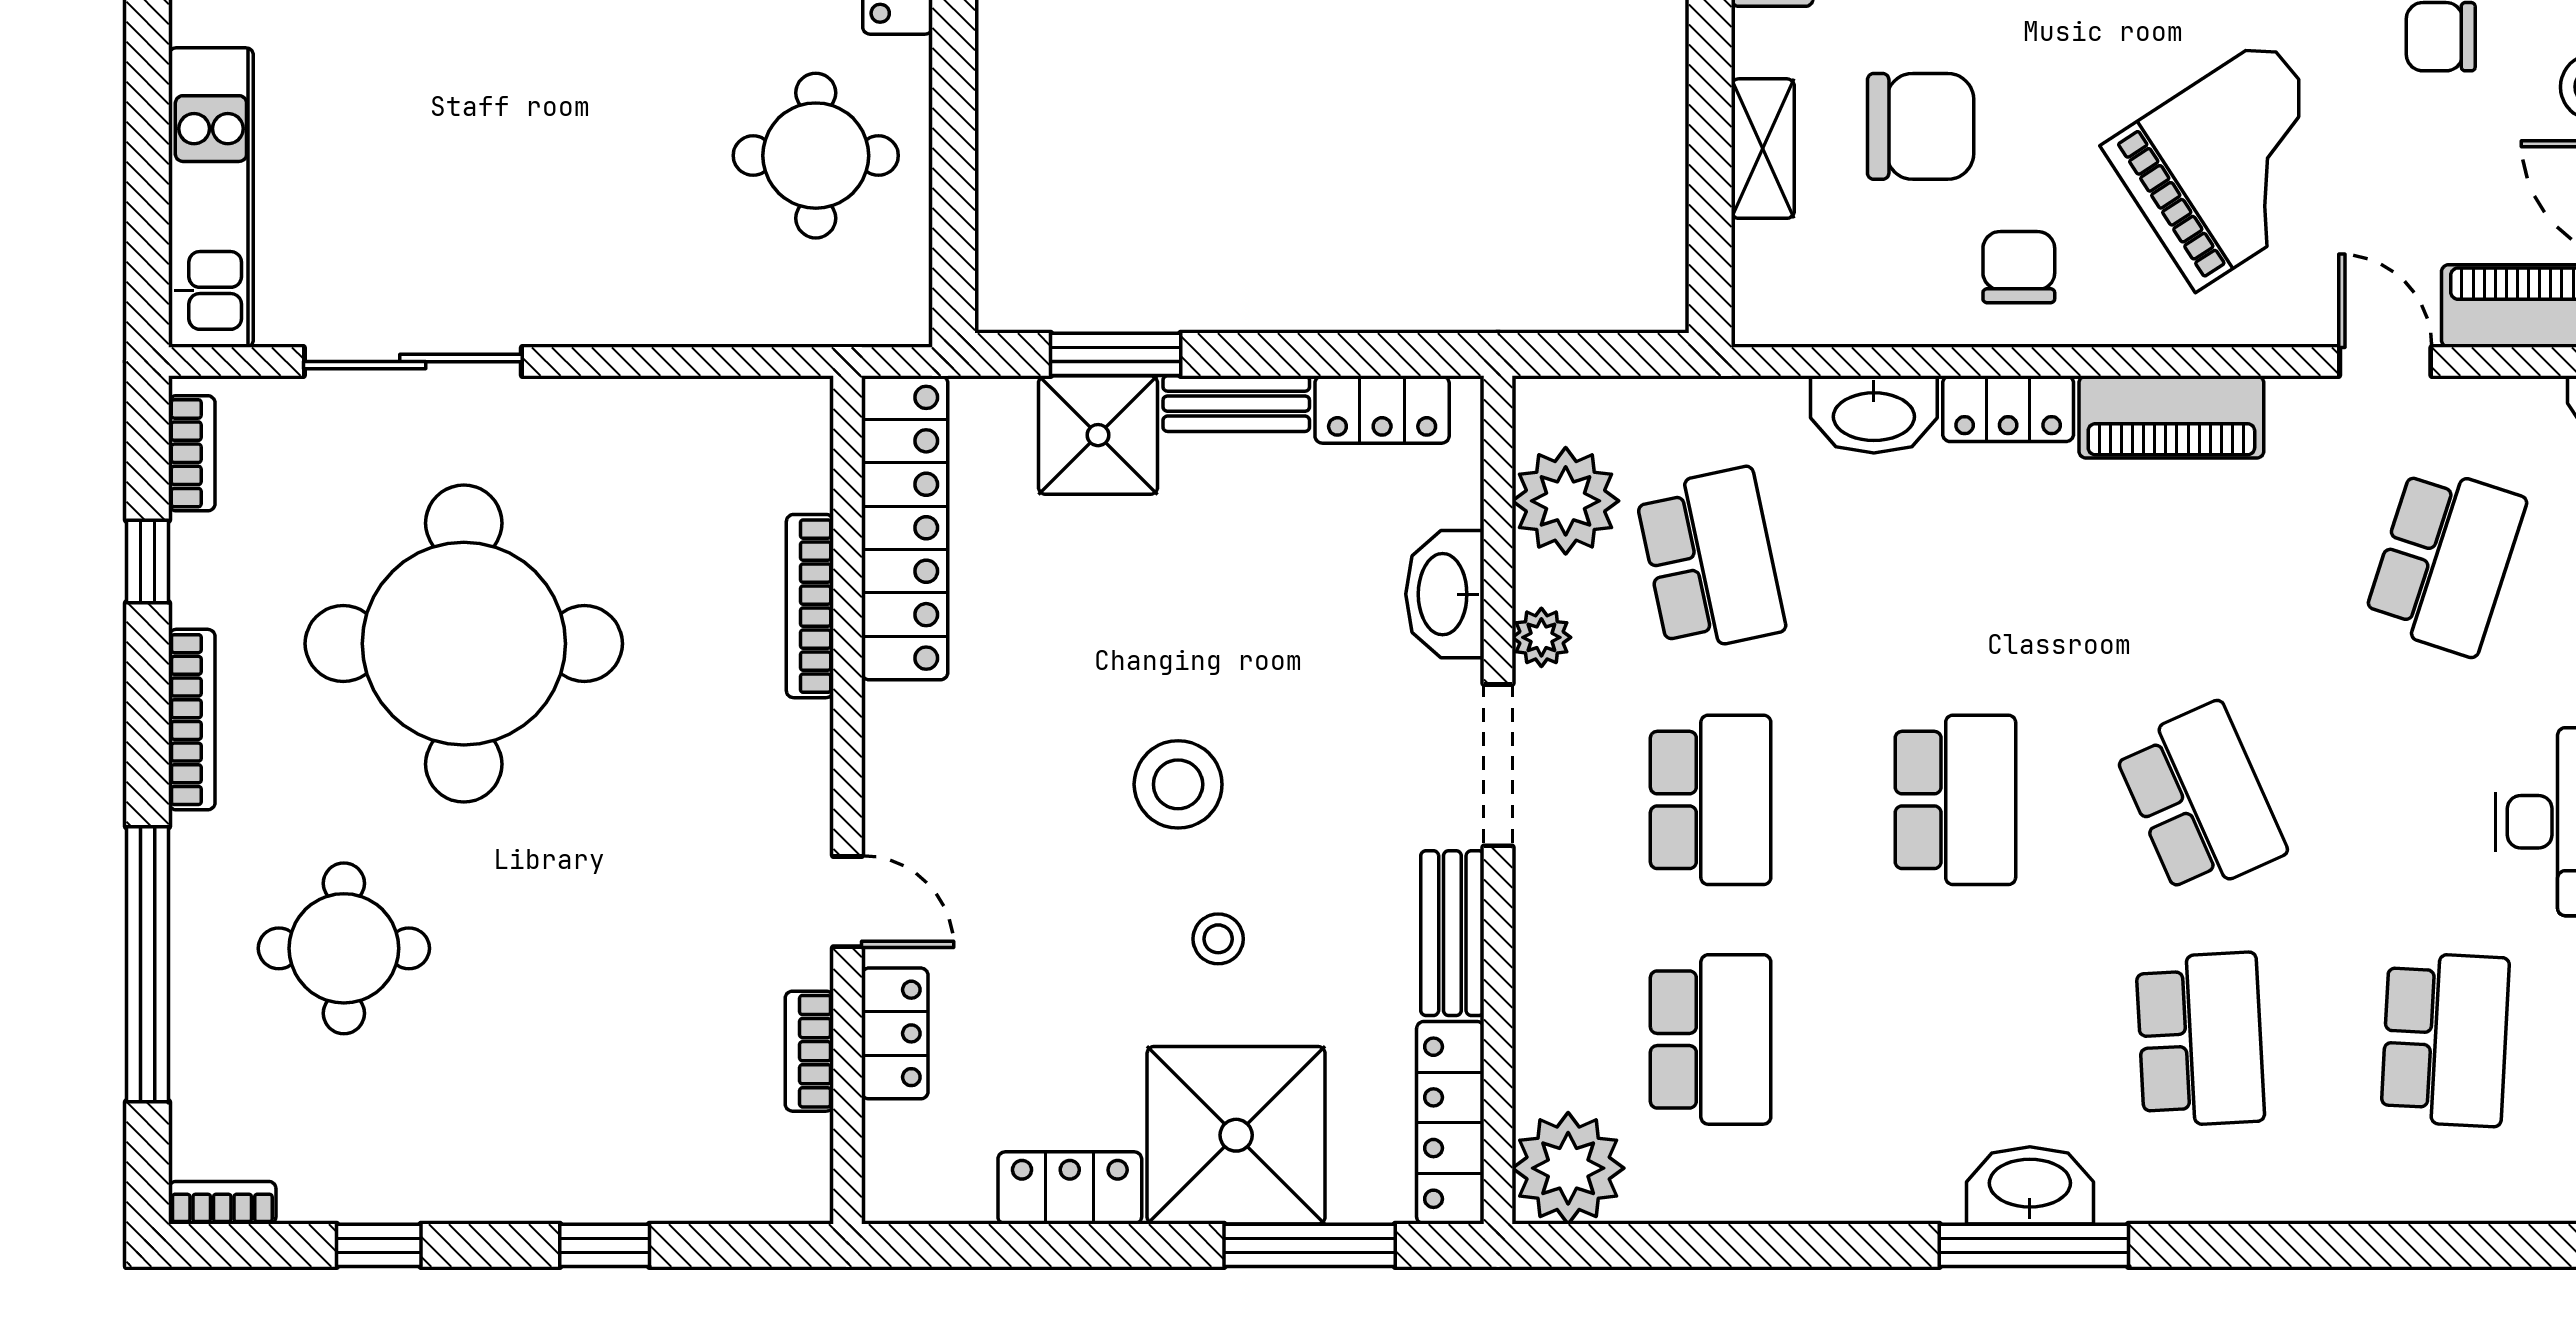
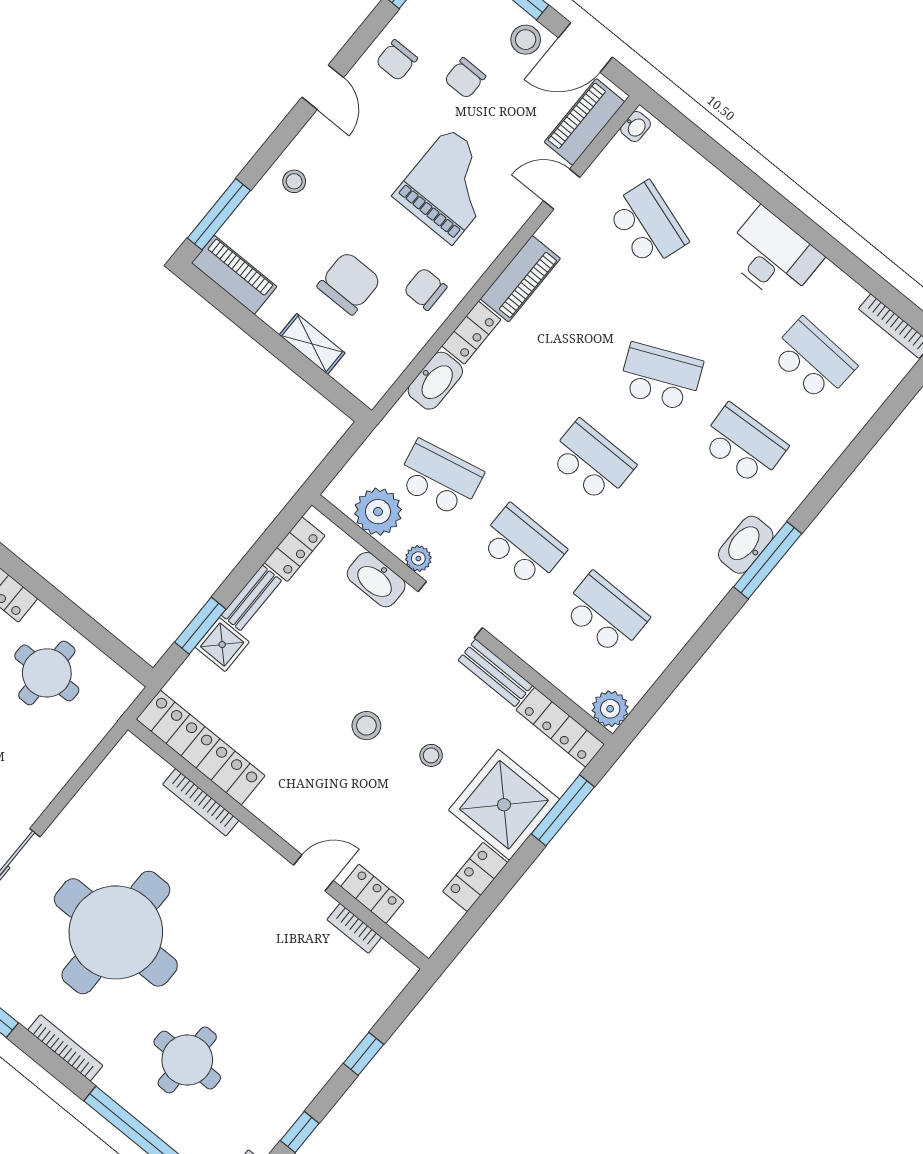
grand piano: (2233, 164) -> (450, 186), turned 33
shower: (1098, 435) -> (222, 645), width x0.73, depth x0.73
stool: (1178, 784) -> (366, 726), width x0.73, depth x0.73
plant: (1568, 1168) -> (610, 709), width x0.73, depth x0.73

